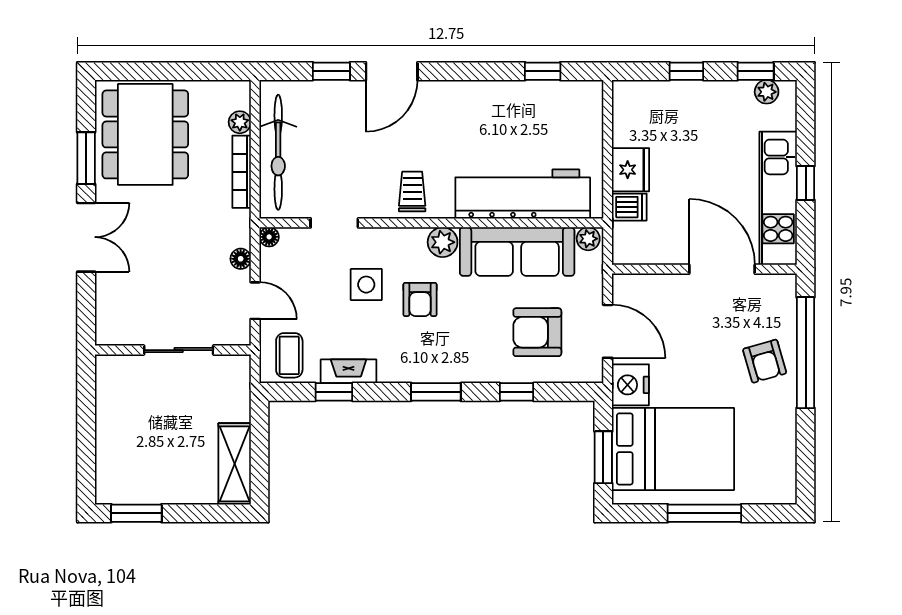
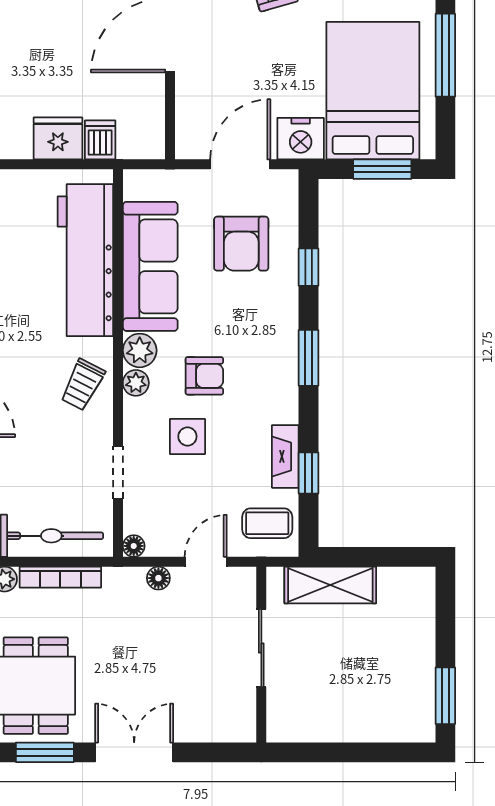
trolley: (412, 191) -> (83, 385), turned -63
plant: (588, 239) -> (136, 383), moved
shelving: (235, 464) -> (330, 585), moved

